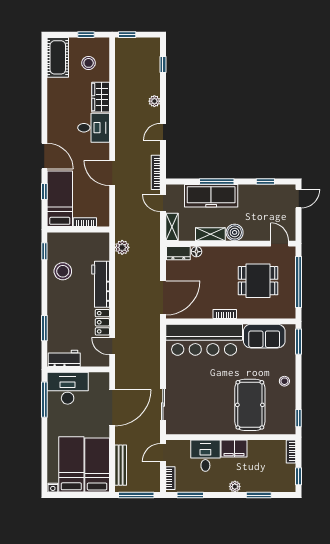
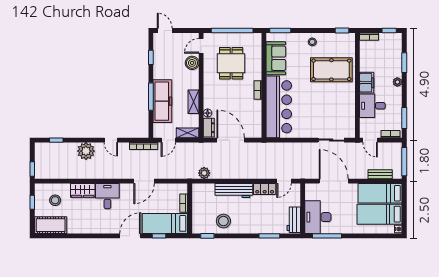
plant: (154, 101) -> (86, 151), width x1.88, depth x1.88
boiler: (235, 232) -> (192, 63), moved
door: (163, 298) -> (231, 140), moved
bench: (121, 465) -> (380, 174), width x0.73

